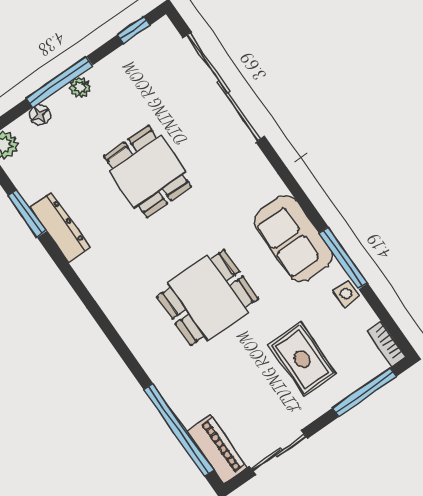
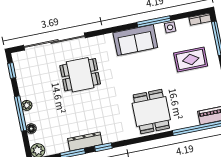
dining table: (148, 171) -> (80, 75), moved
window: (64, 266) -> (103, 147), added
dining table: (208, 298) -> (151, 112), moved

